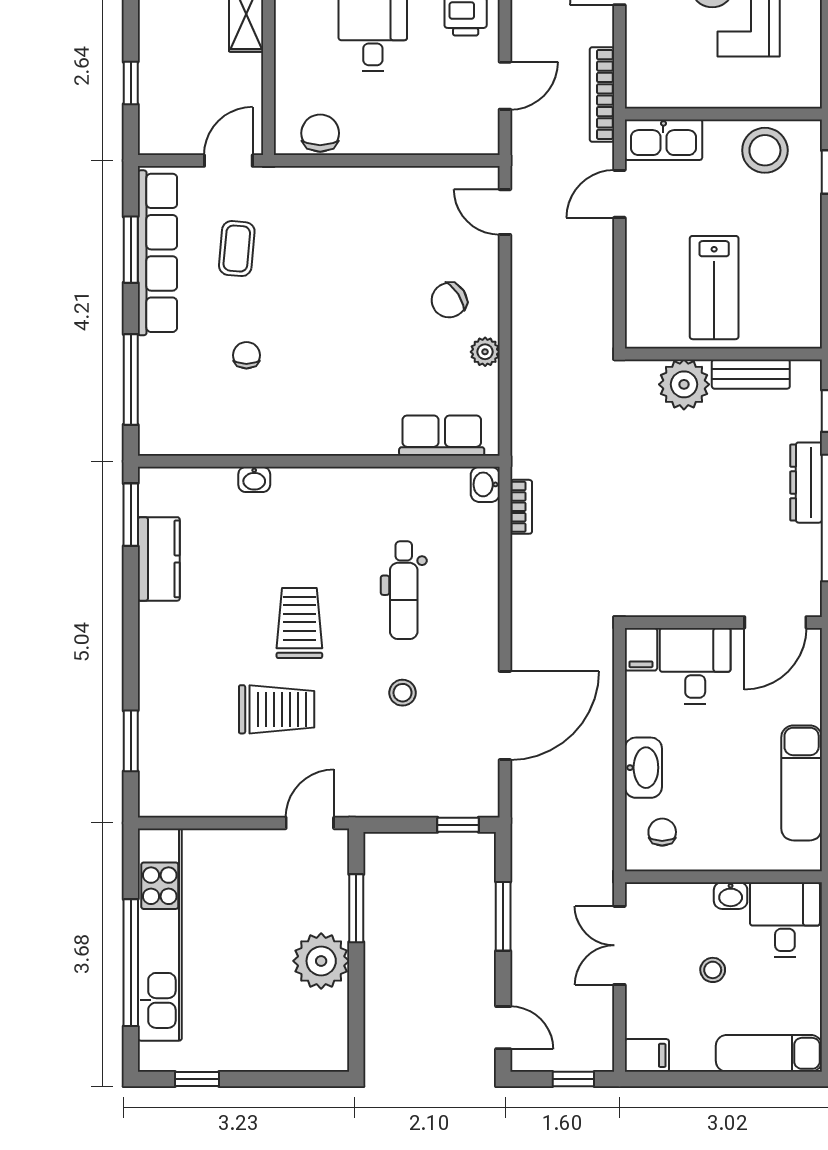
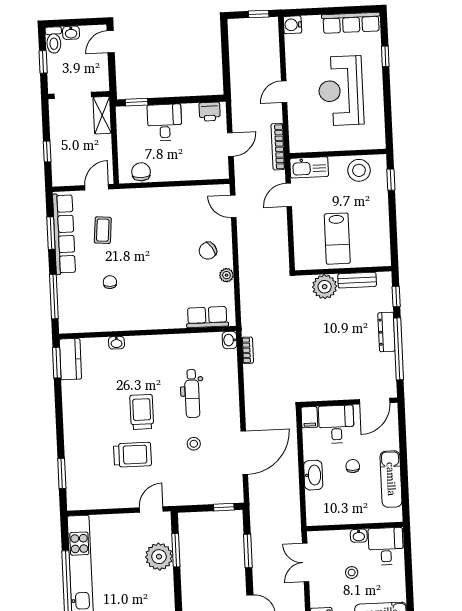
kitchen counter: (159, 559) -> (70, 359), moved
chair: (662, 832) -> (353, 466), moved
plant: (321, 961) -> (159, 557), moved

